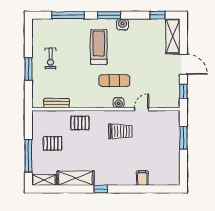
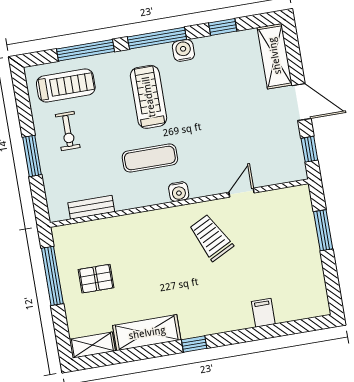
window: (109, 15) -> (157, 38), width x1.44
window: (158, 15) -> (223, 27), moved
treadmill: (54, 33) -> (66, 86), added
exercise mat: (114, 81) -> (150, 158), moved
water cooler: (119, 103) -> (179, 192), moved
pallet: (80, 123) -> (138, 235), removed
trolley: (120, 131) -> (211, 238), turned -117
window: (28, 156) -> (52, 276), moved

